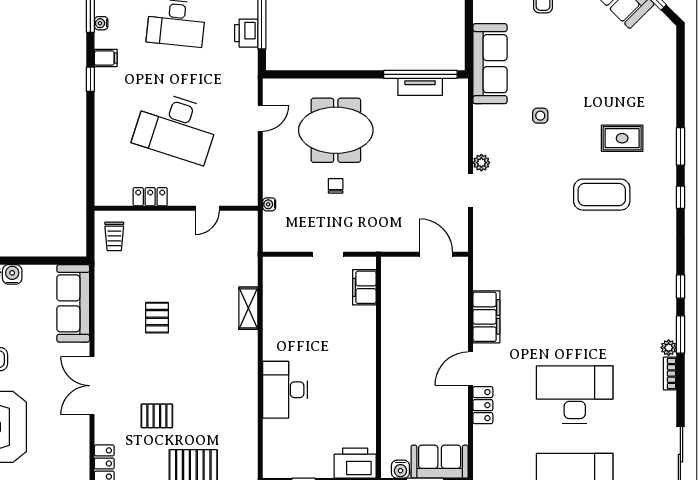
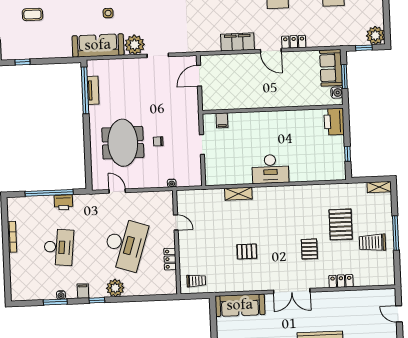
sofa: (490, 64) -> (98, 45), moved
plant: (109, 109) -> (115, 288), added
plant: (481, 163) -> (135, 45), width x1.87, depth x1.87
filing cabinet: (364, 287) -> (222, 120), width x0.50
desk: (285, 390) -> (270, 169), moved

